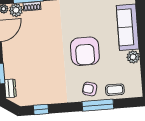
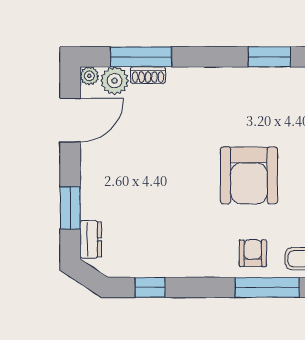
armchair: (90, 89) -> (253, 253), turned 75

